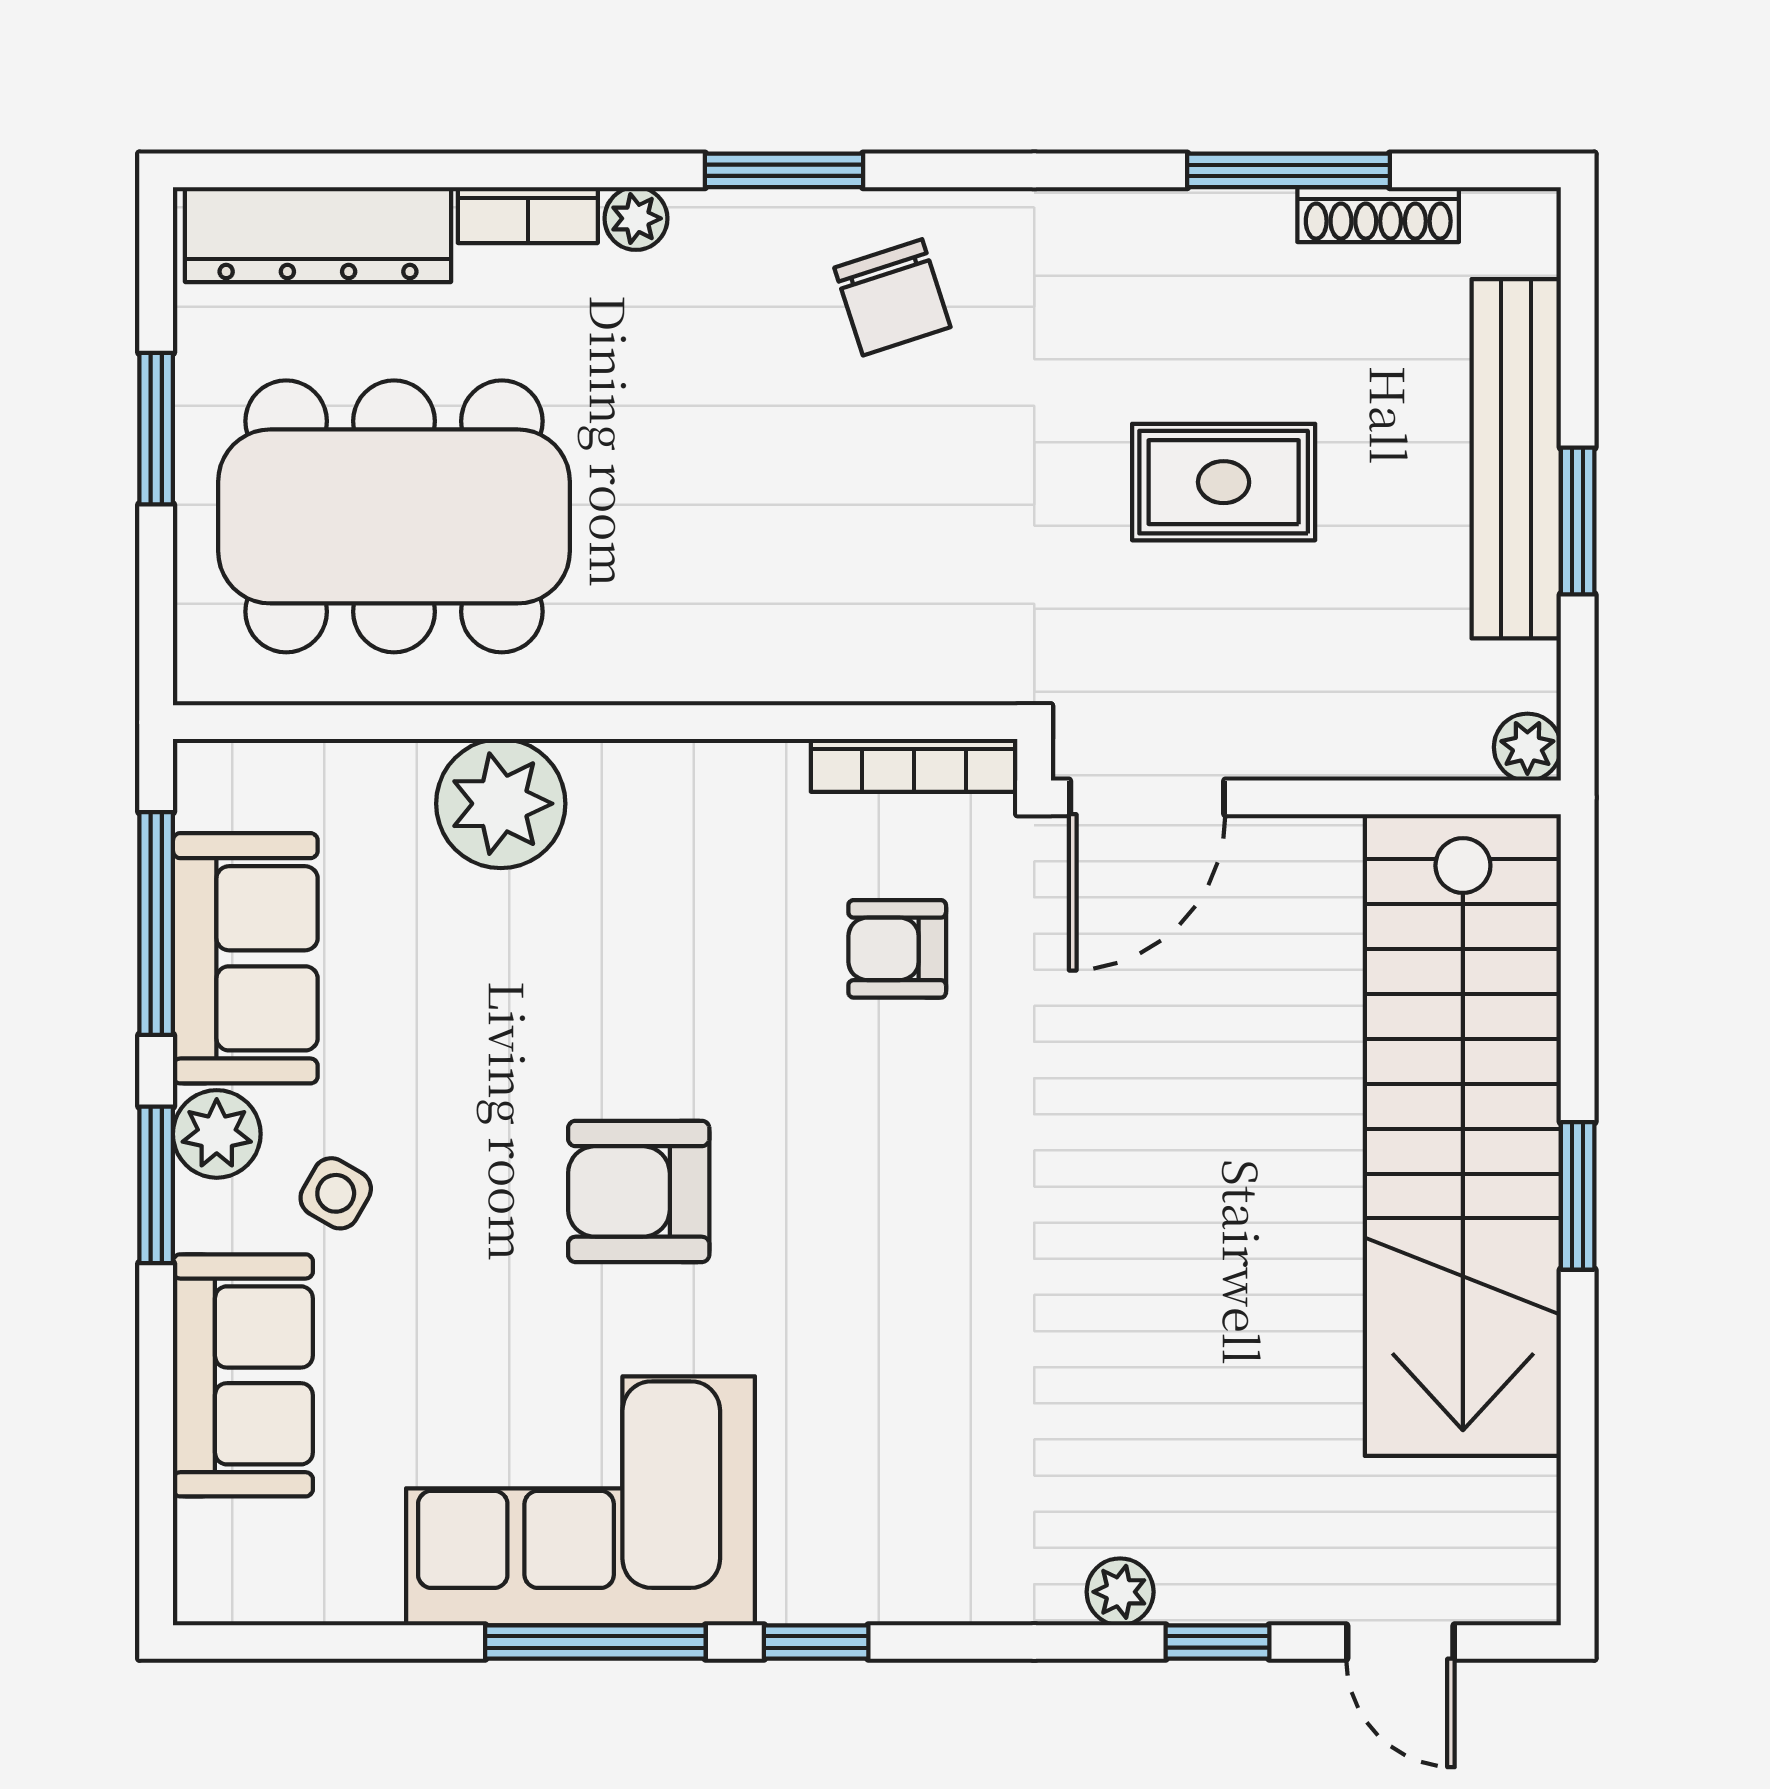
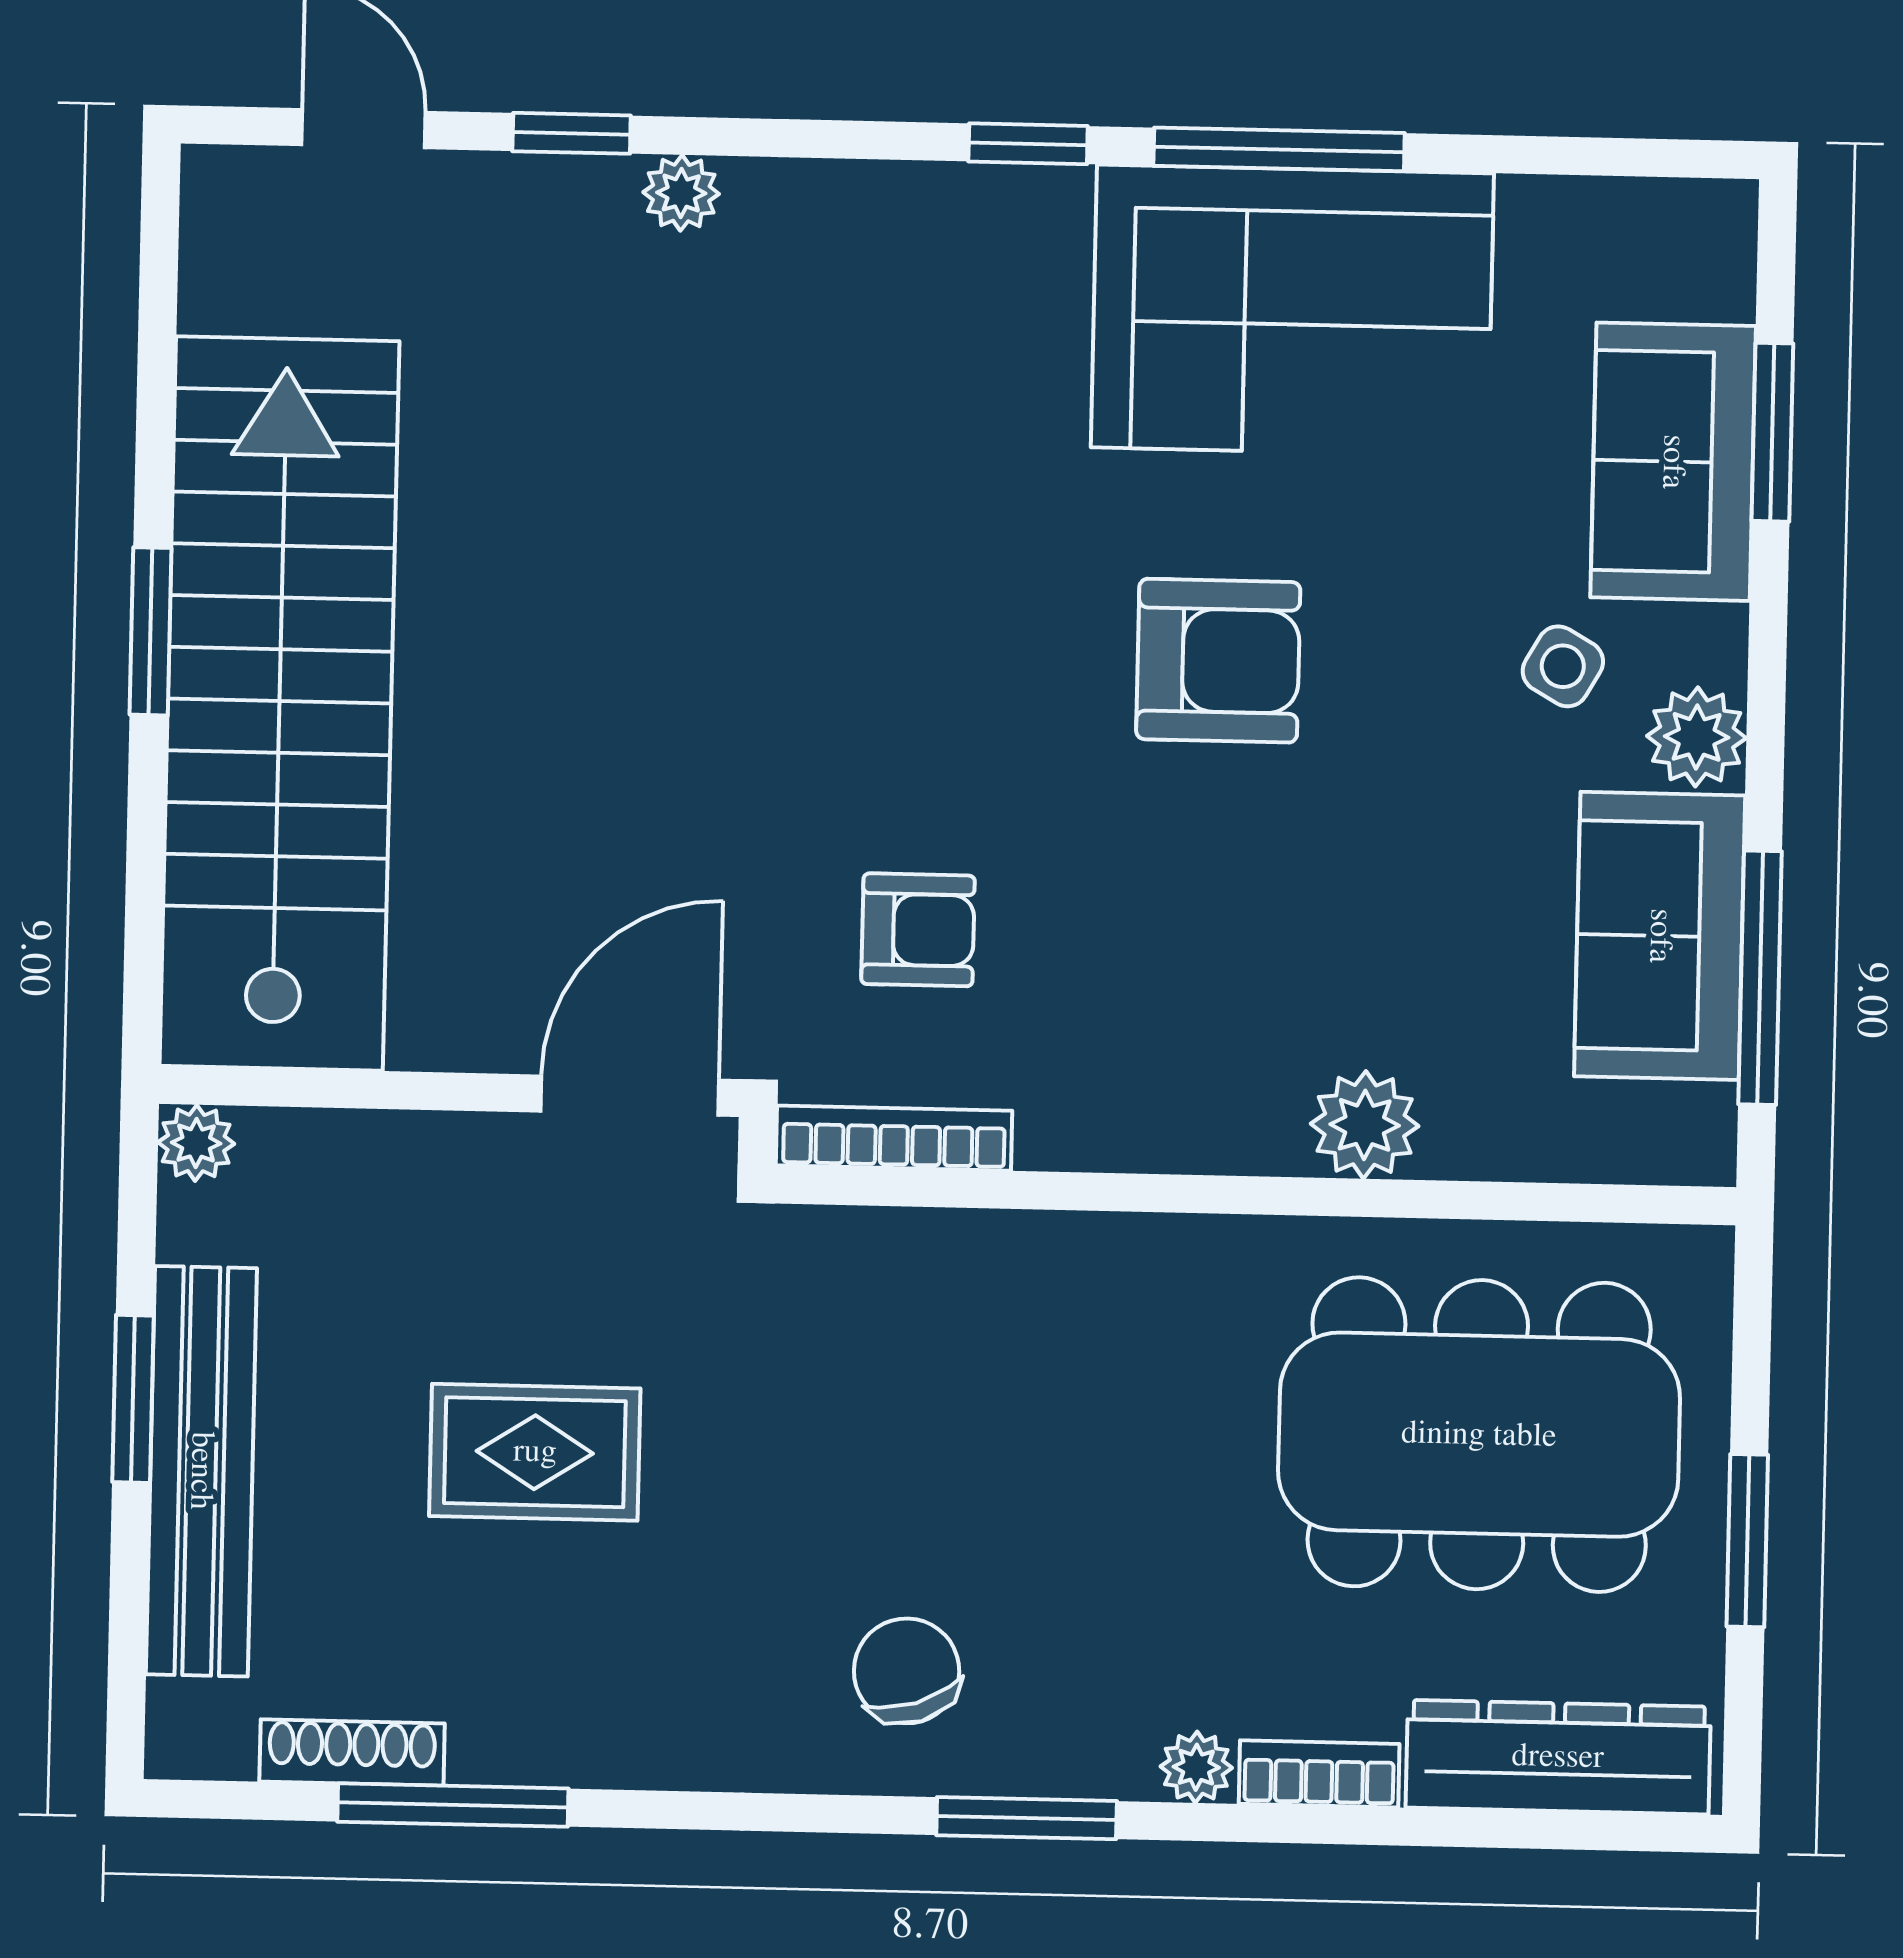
plant: (501, 804) -> (1365, 1125), width x0.73, depth x0.73
window: (156, 1185) -> (1772, 432), moved

